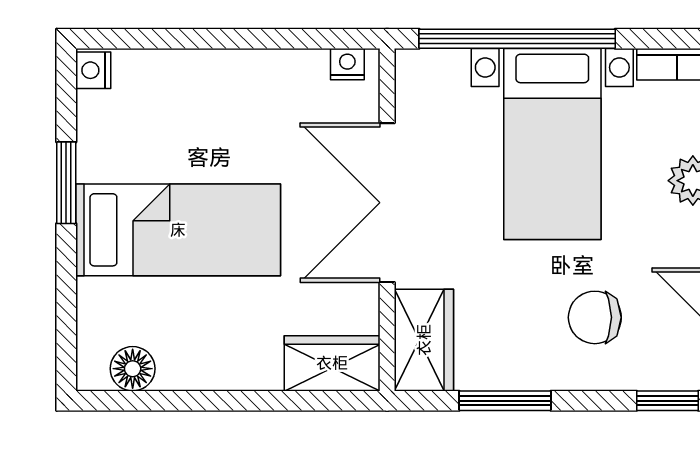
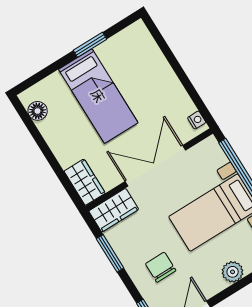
nightstand: (93, 70) -> (137, 29), removed

